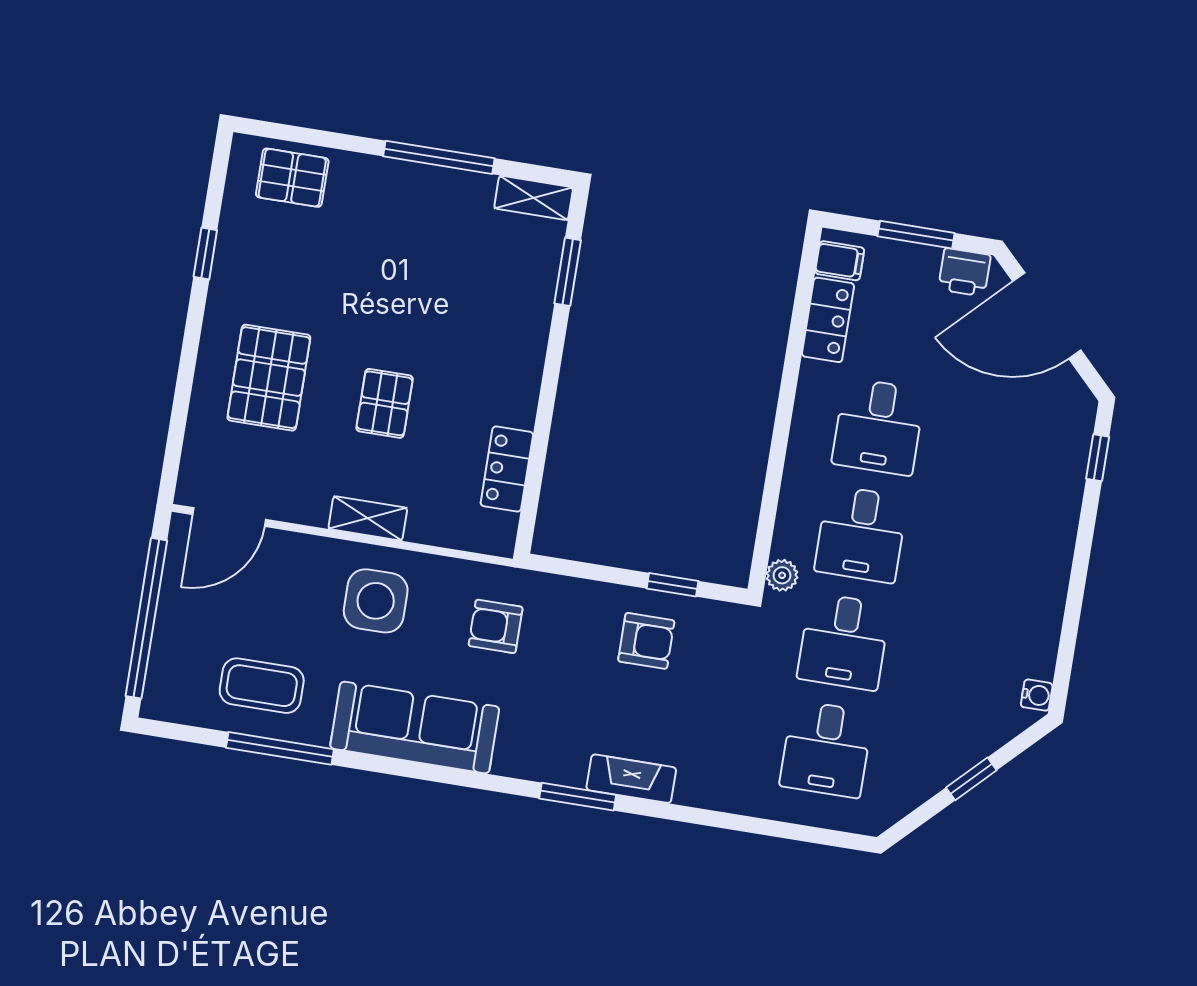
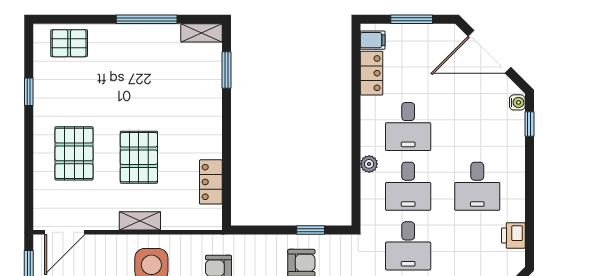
printer: (964, 272) -> (513, 235), moved, turned 90
pallet: (385, 403) -> (139, 157), width x1.50, depth x1.42
desk: (985, 554) -> (477, 186), added
plant: (782, 575) -> (369, 164), moved
water cooler: (1037, 695) -> (517, 102), moved

